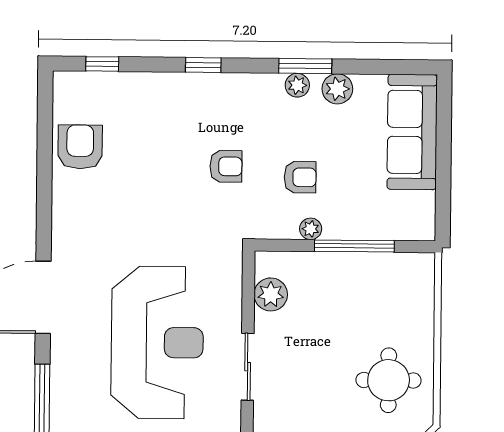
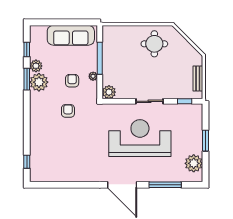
window: (203, 65) -> (27, 50), moved
plant: (297, 85) -> (39, 82), width x1.87, depth x1.87
sofa: (412, 132) -> (71, 35), moved
armchair: (80, 147) -> (61, 170), removed
plant: (271, 294) -> (109, 92), moved

